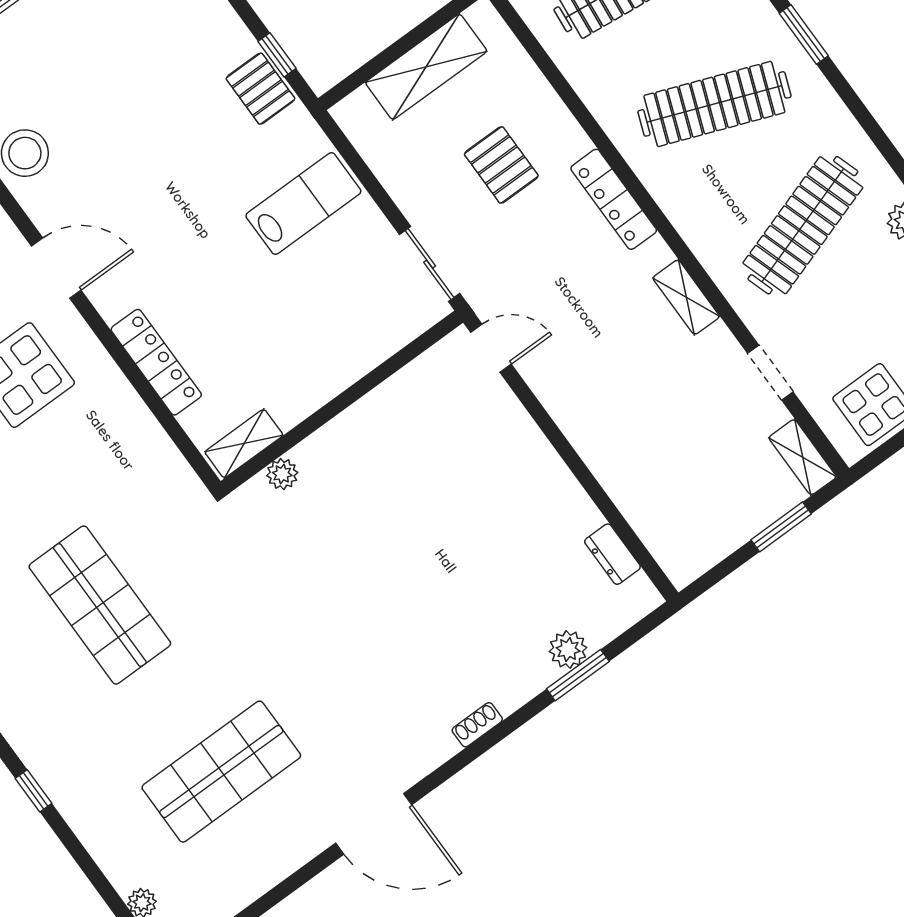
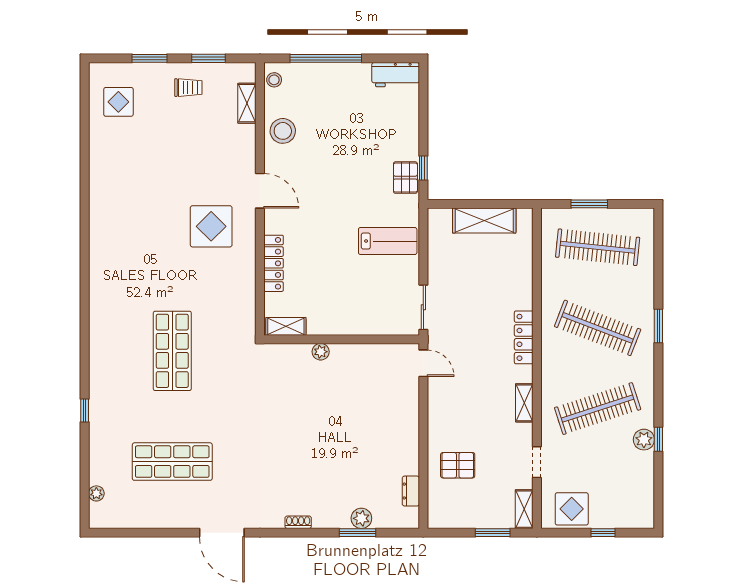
pallet: (501, 165) -> (458, 465), moved, turned 90
plant: (282, 474) -> (321, 352), moved

